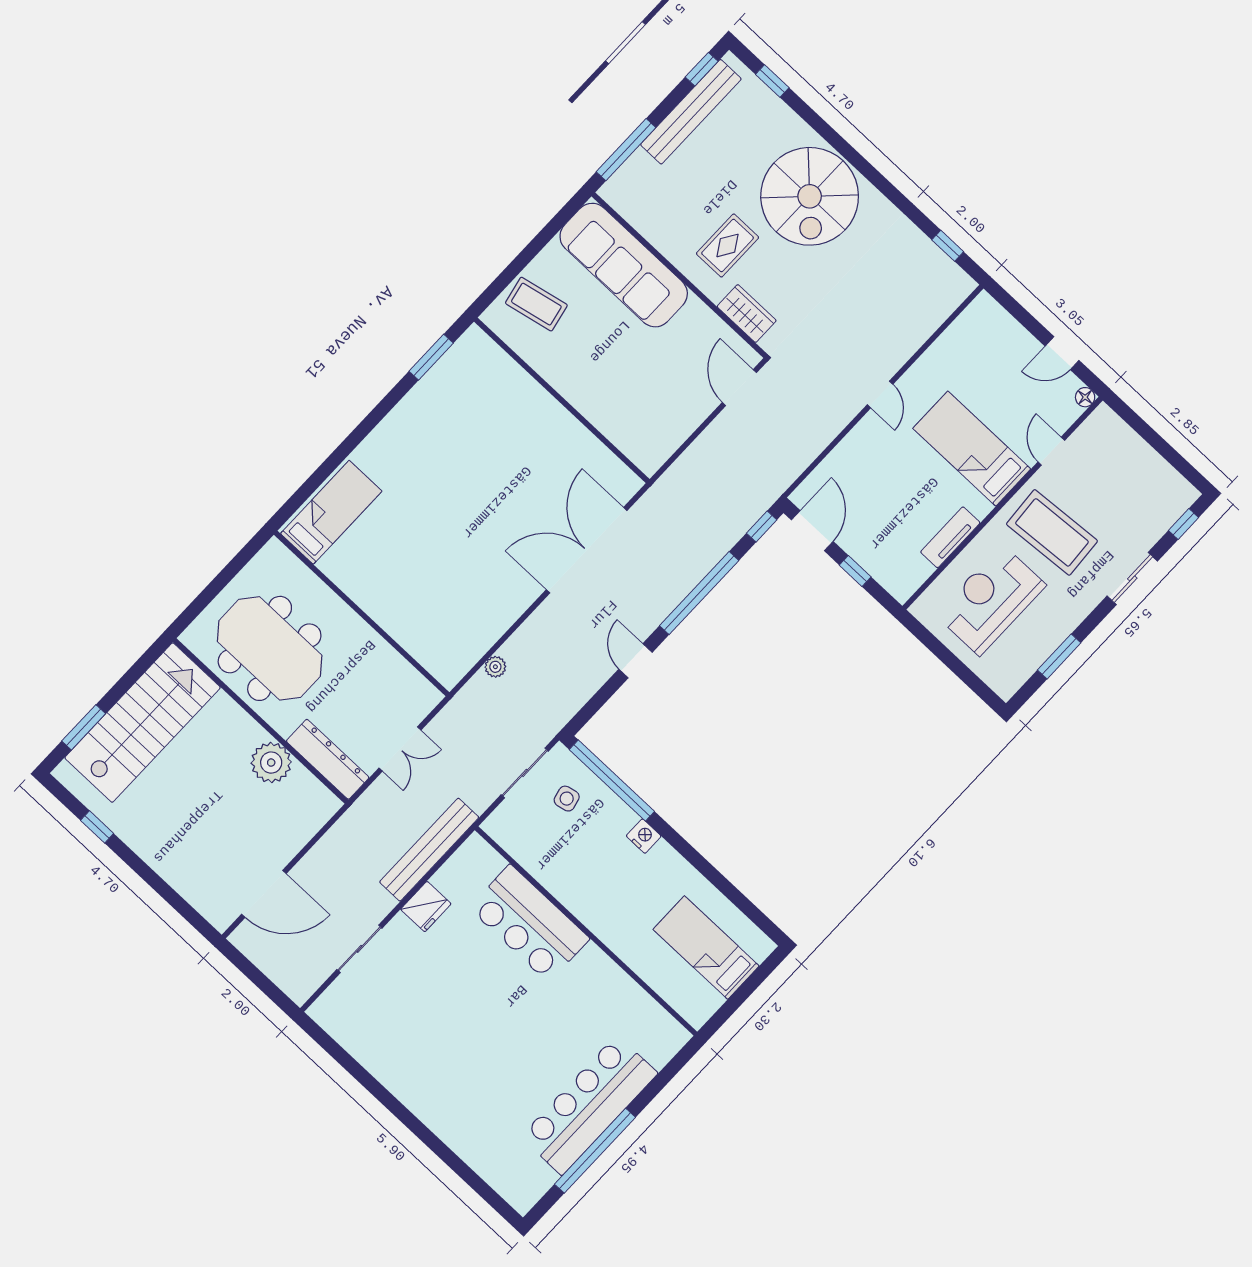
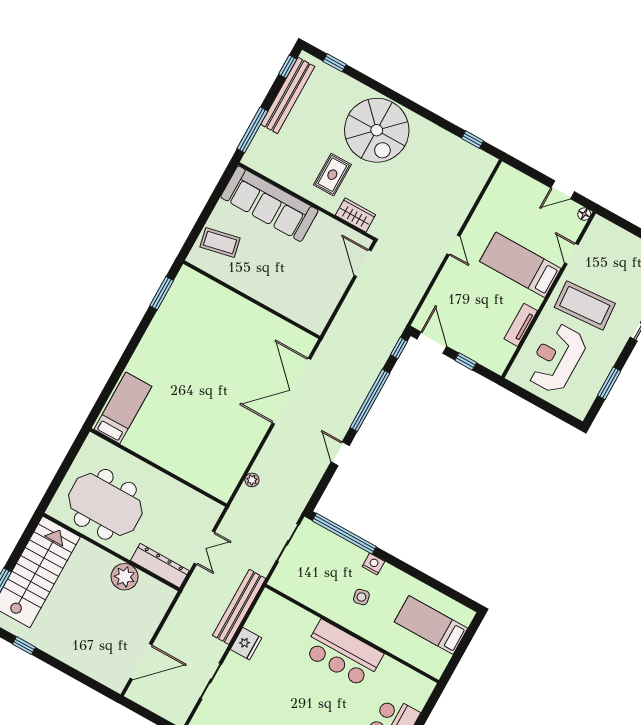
side table: (567, 799) -> (361, 597), moved
bar counter: (529, 923) -> (343, 654), moved

